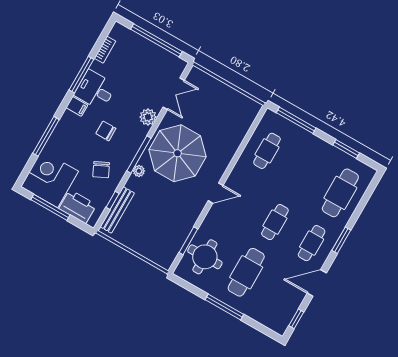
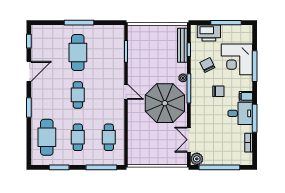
plant: (148, 117) -> (197, 159), moved
corner desk: (50, 179) -> (237, 59), moved, turned 90
door: (216, 193) -> (126, 92), swing flipped
cafe table: (312, 243) -> (78, 137), moved
round table: (205, 257) -> (110, 47), removed

